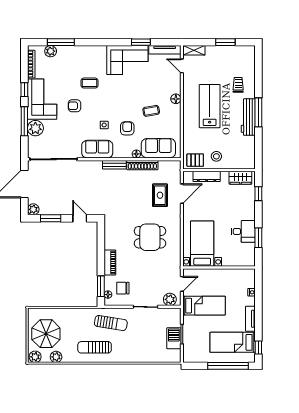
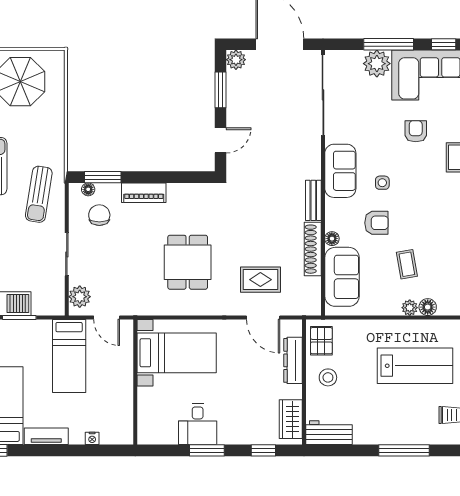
plant: (176, 109) -> (410, 308), added
workbench: (248, 117) -> (329, 433), moved, width x0.73
window: (258, 238) -> (207, 450), moved

